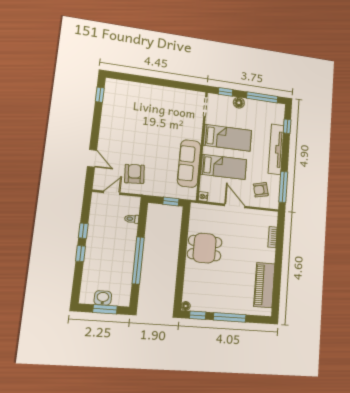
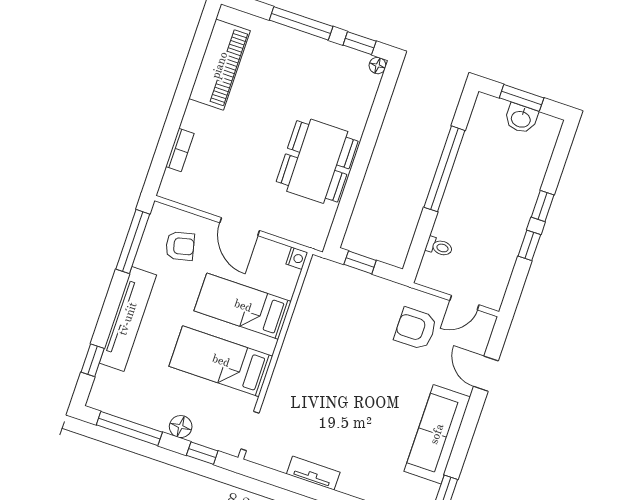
tv unit: (170, 92) -> (313, 473), added
sofa: (189, 164) -> (437, 434), moved, turned 180
armchair: (134, 174) -> (416, 329), turned 94
dining table: (205, 248) -> (317, 161), width x1.38

